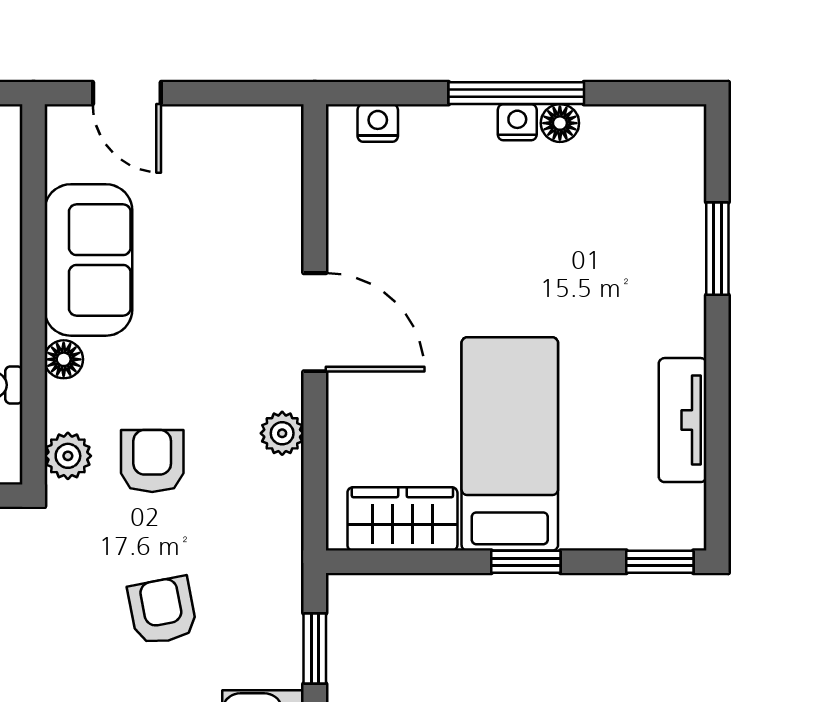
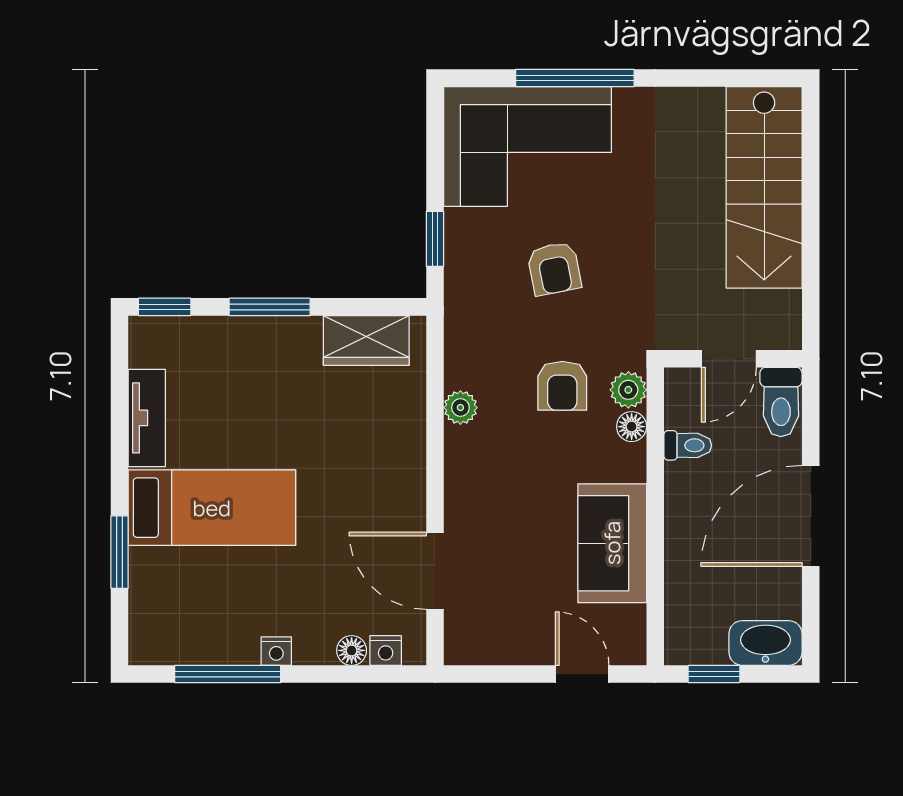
window: (516, 93) -> (228, 674), moved
floor lamp: (560, 123) -> (352, 650), moved
door: (315, 322) -> (435, 571), moved
floor lamp: (64, 359) -> (632, 427), moved
bed: (510, 444) -> (212, 508), moved, turned -90
window: (526, 562) -> (270, 307), width x1.50

